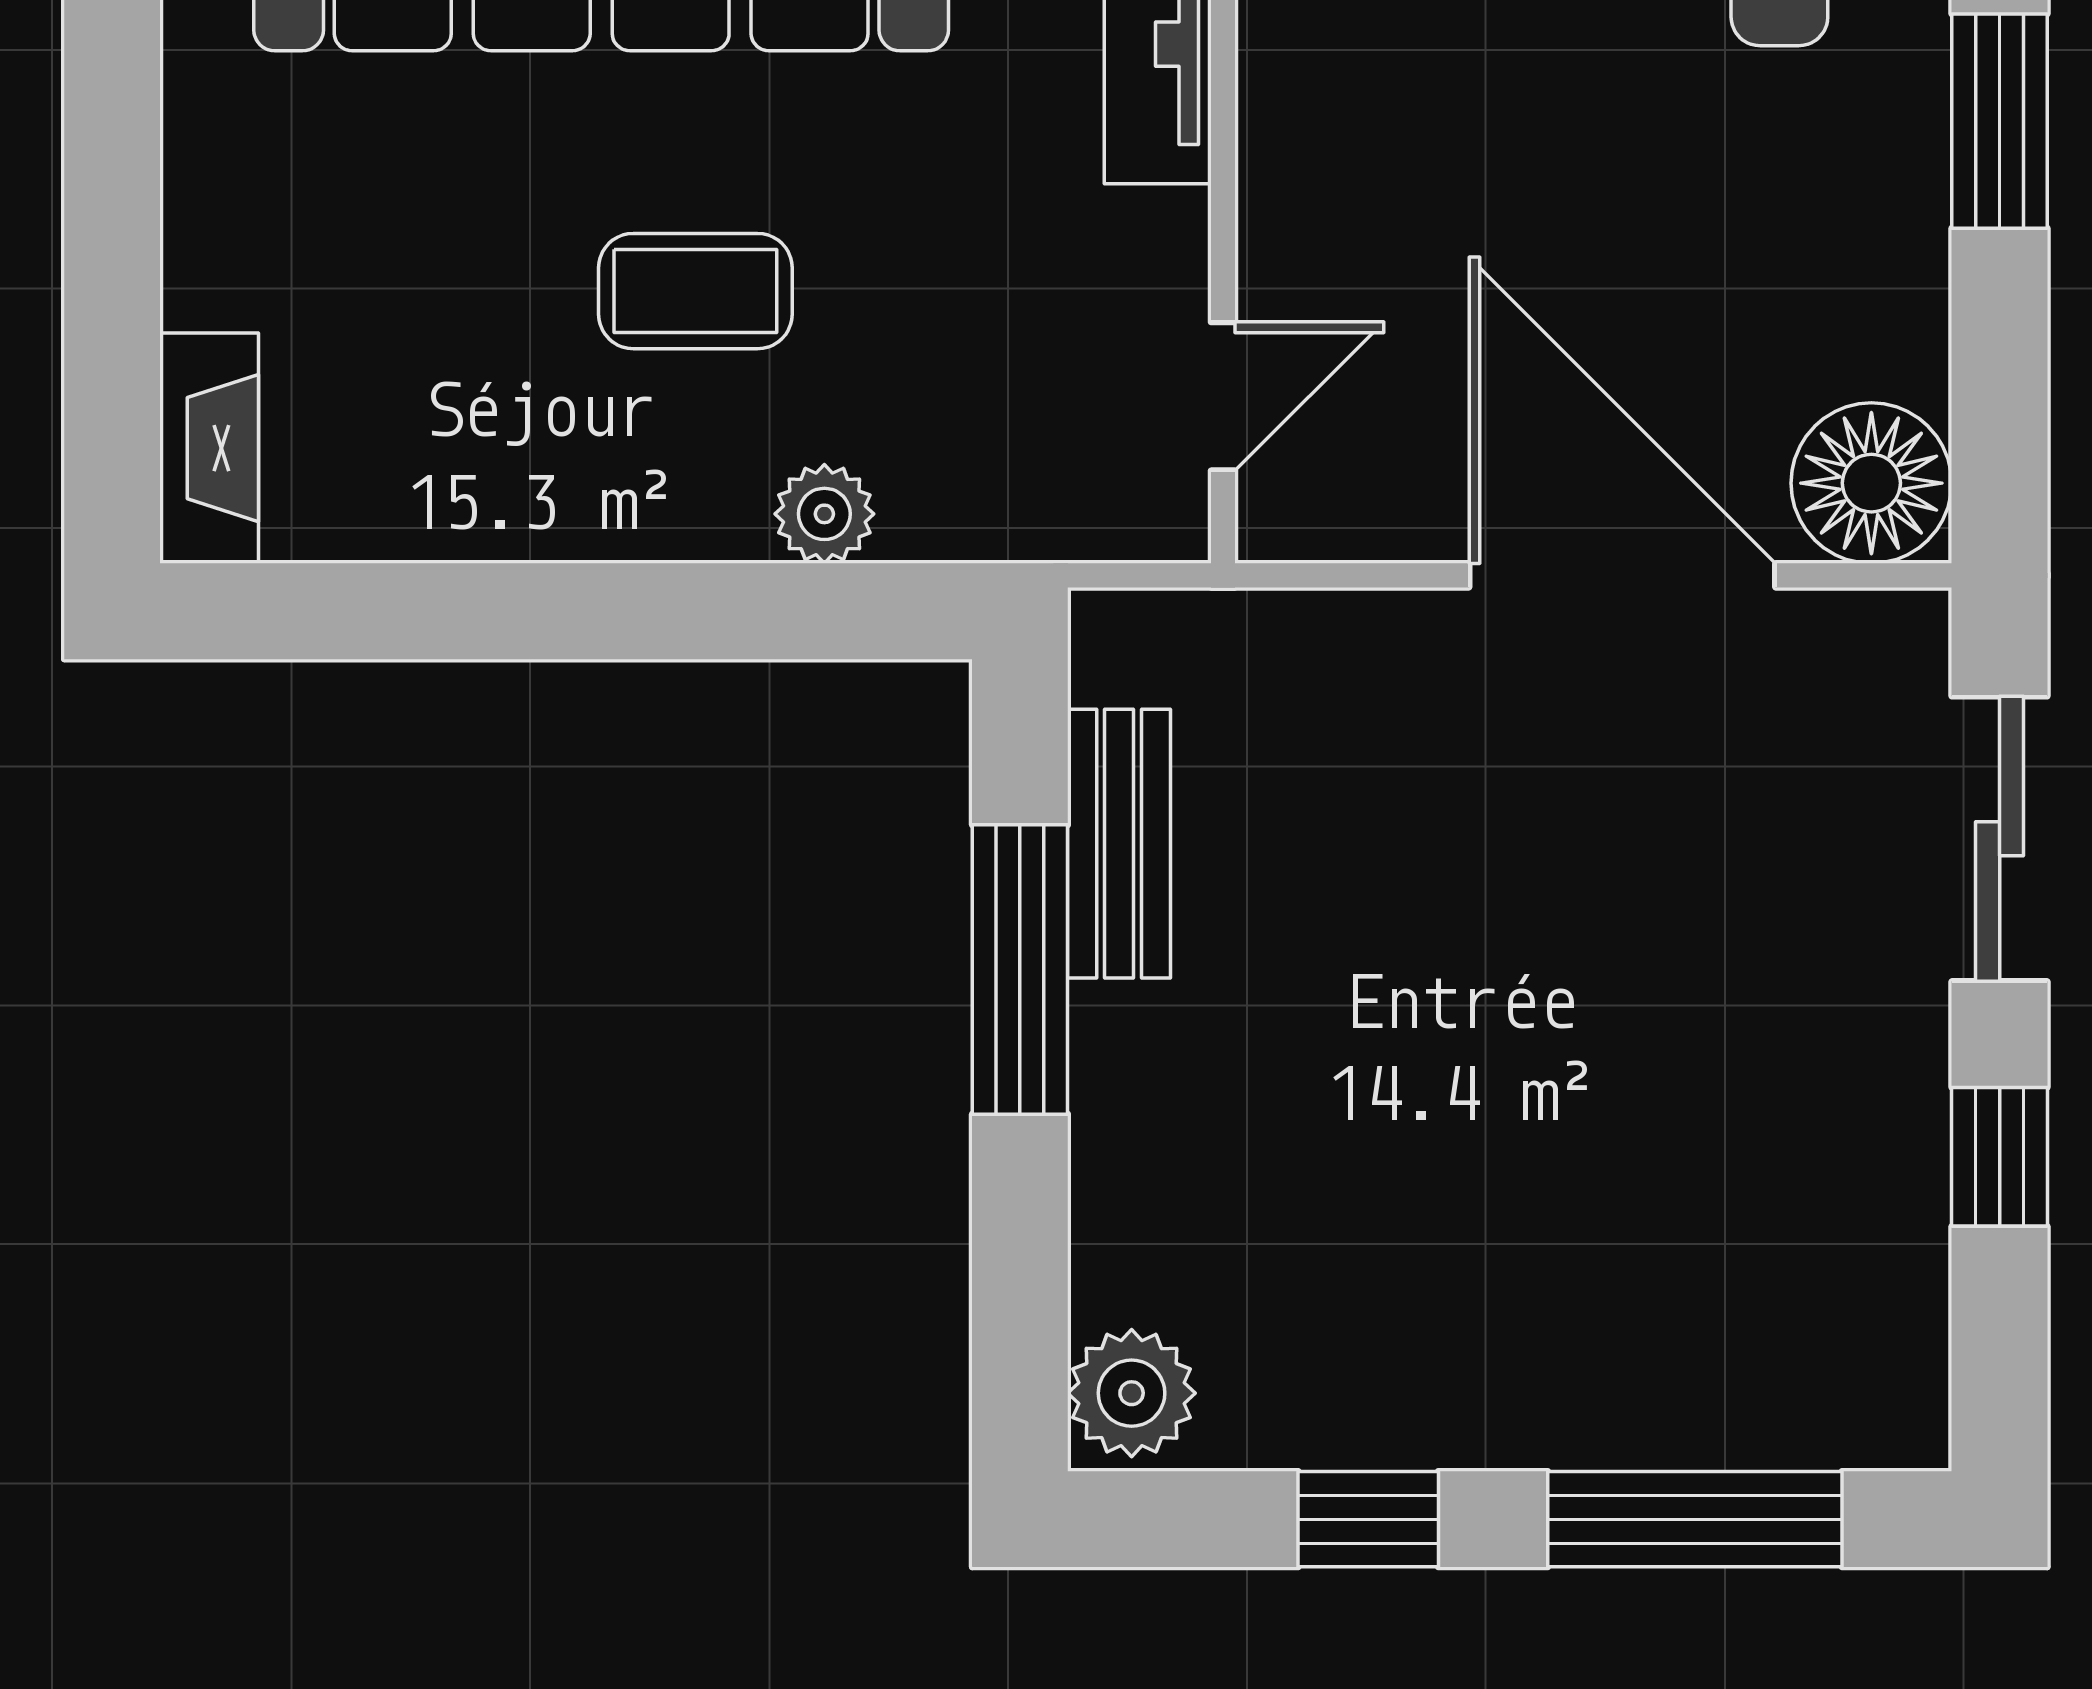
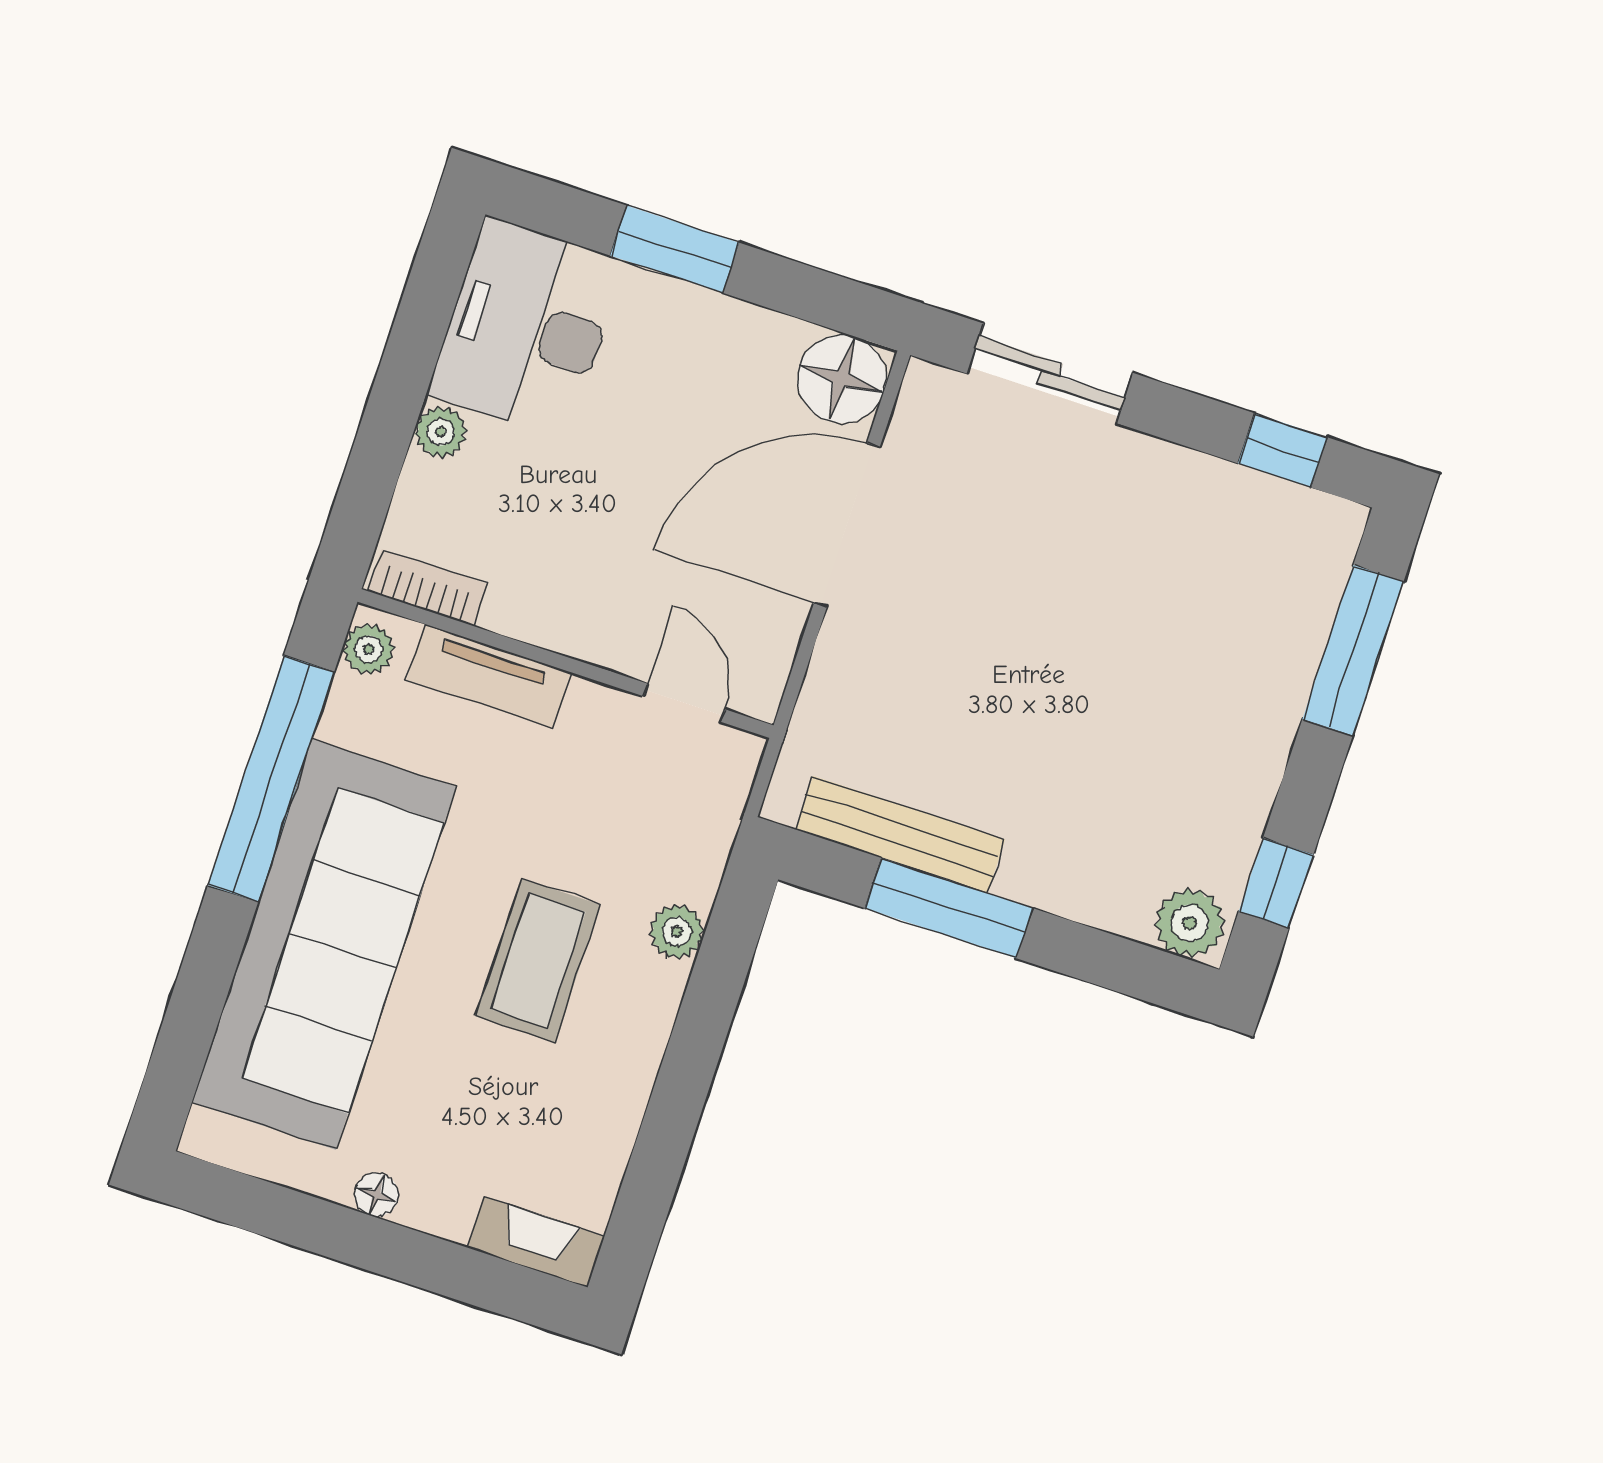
floor lamp: (200, 146) -> (376, 1195), added
coffee table: (695, 291) -> (538, 961), width x1.36, depth x1.30
bench: (1119, 844) -> (900, 835), width x1.36
window: (2000, 1157) -> (1283, 450), moved
window: (1368, 1519) -> (1276, 883), moved

